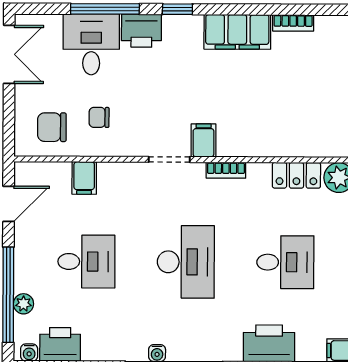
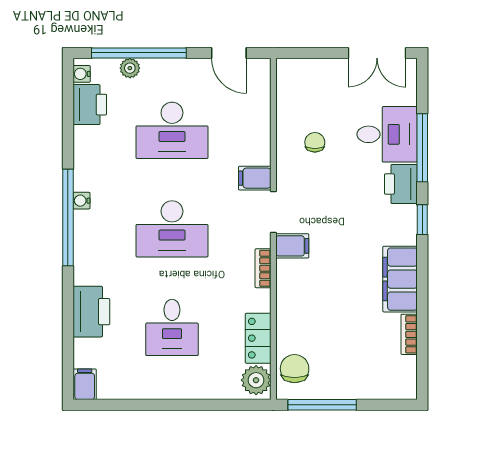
chair: (52, 127) -> (295, 369), moved
filing cabinet: (84, 178) -> (255, 178), moved
desk: (86, 262) -> (172, 130), width x1.37

